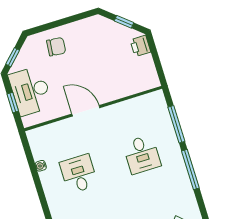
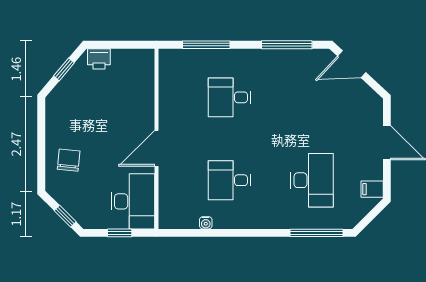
desk: (30, 91) -> (133, 201), moved, turned -90
desk: (142, 154) -> (230, 97), turned 180
window: (190, 170) -> (287, 45), moved

